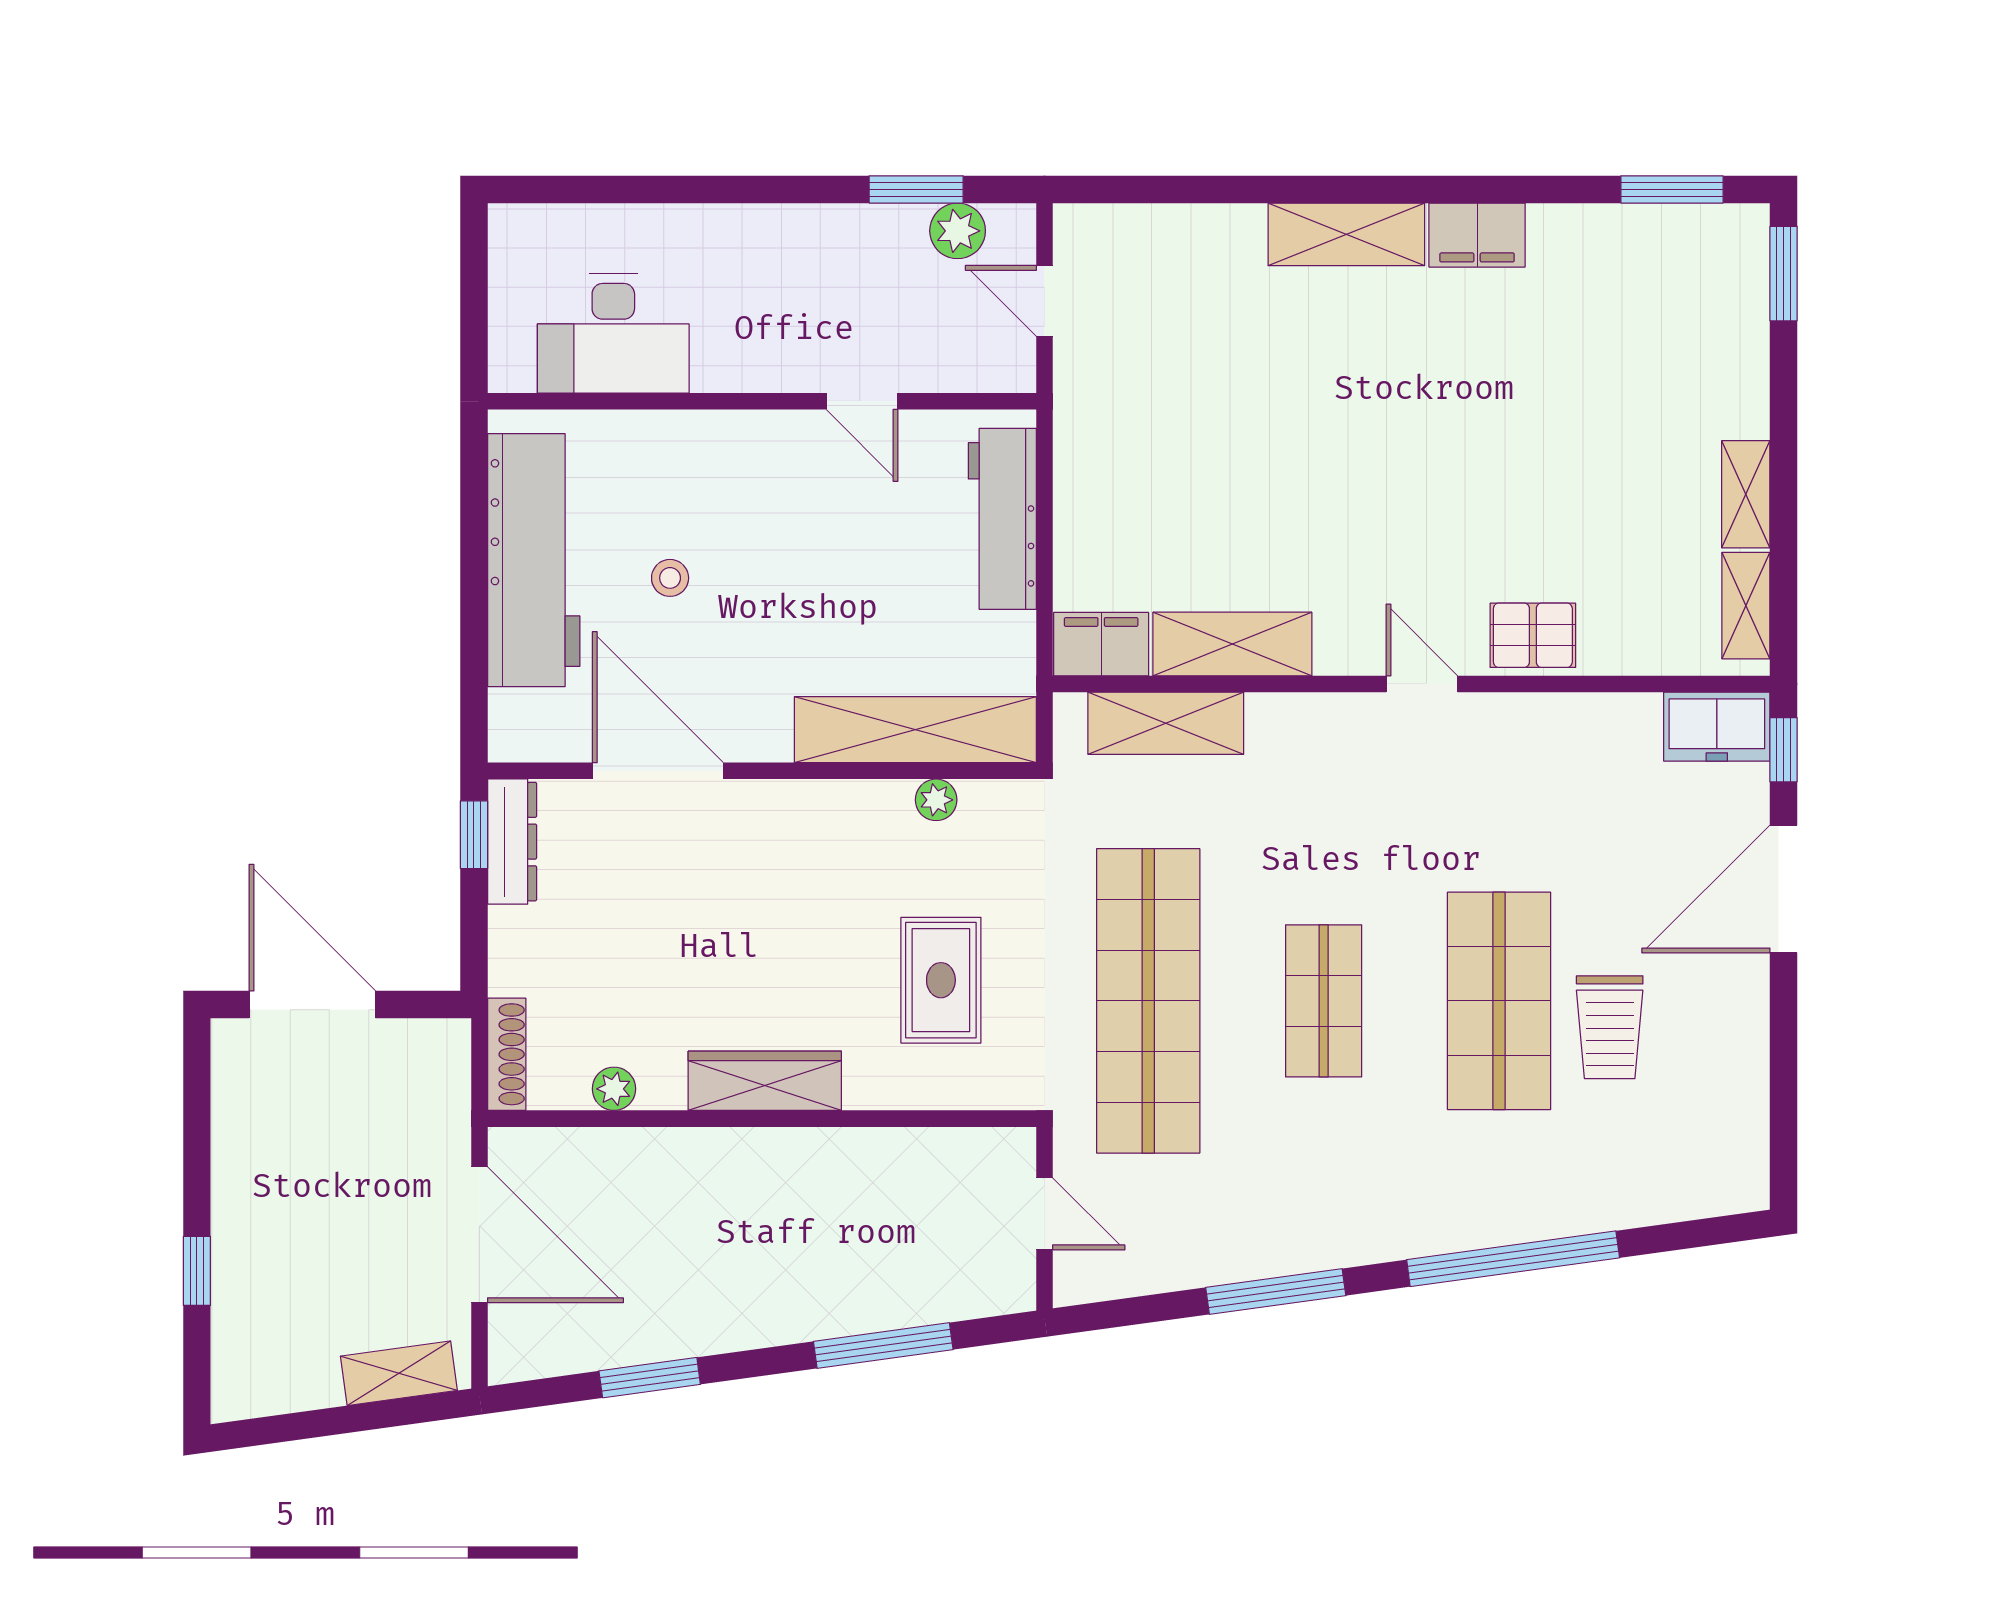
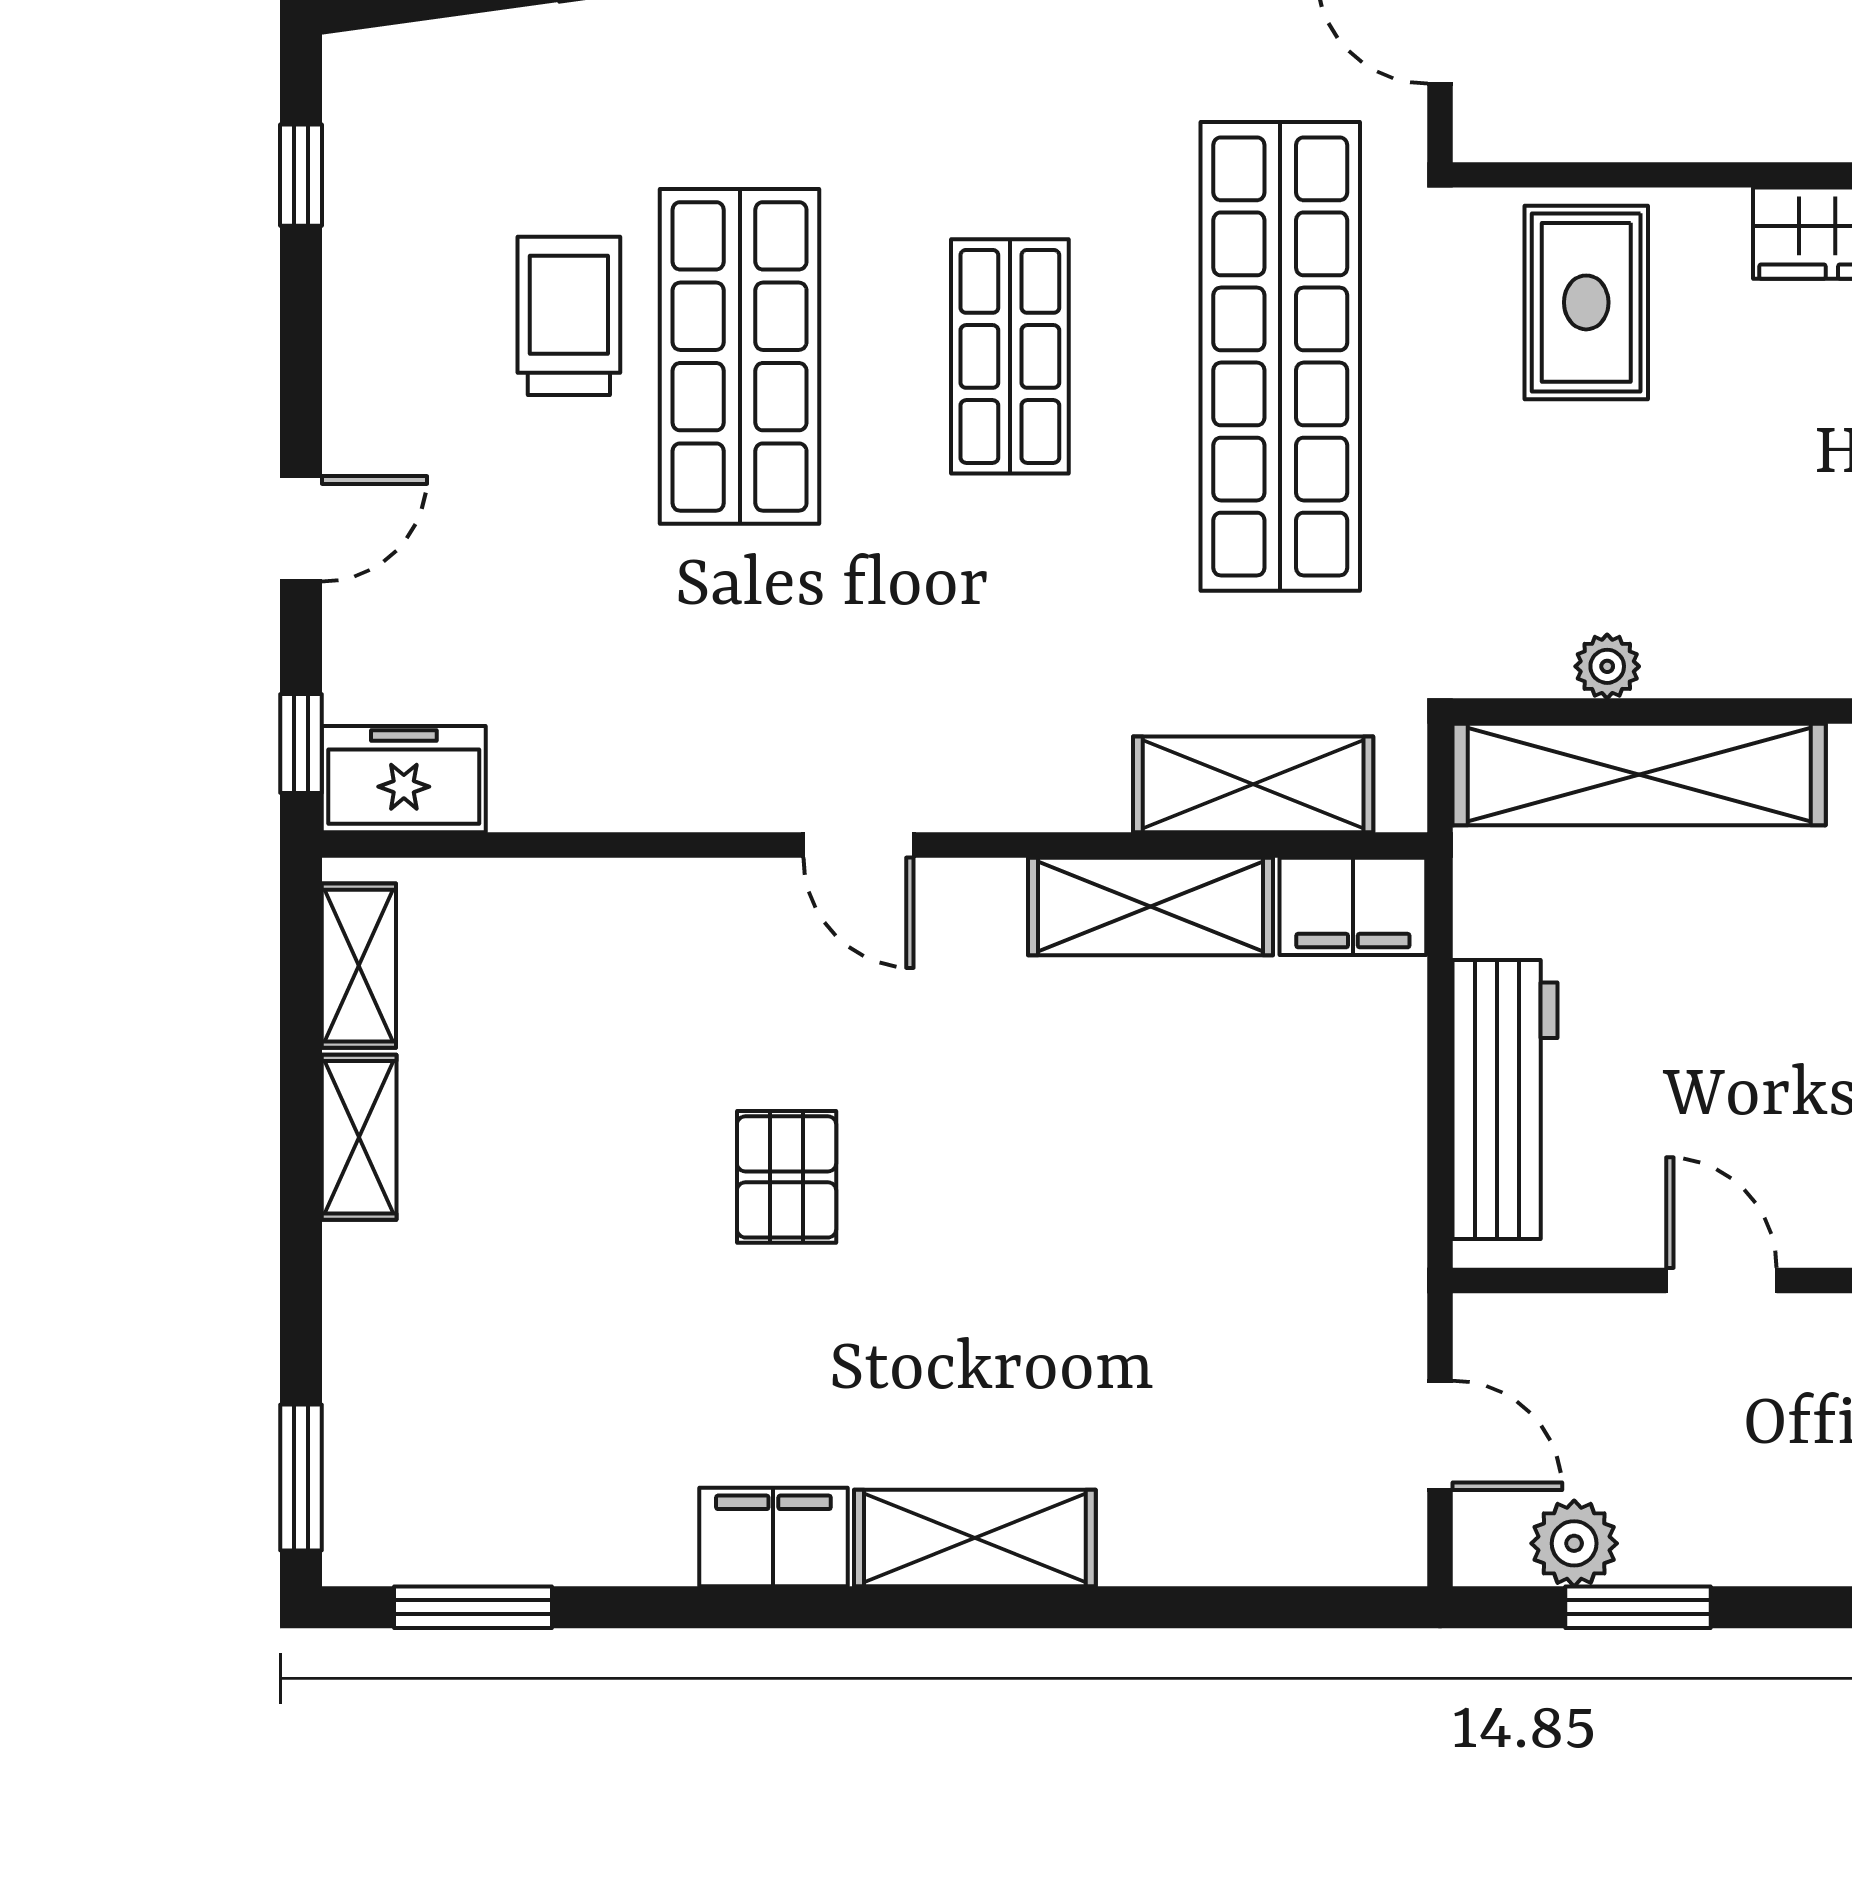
pallet: (1533, 635) -> (787, 1177), moved, turned 90
door: (1784, 889) -> (301, 529), width x0.53
rug: (941, 980) -> (1586, 302), moved
window: (1784, 1119) -> (301, 175), added

